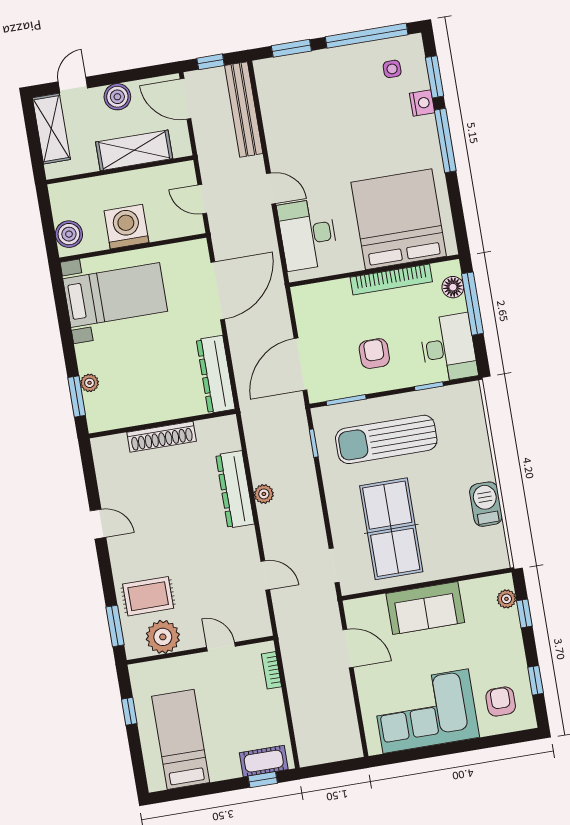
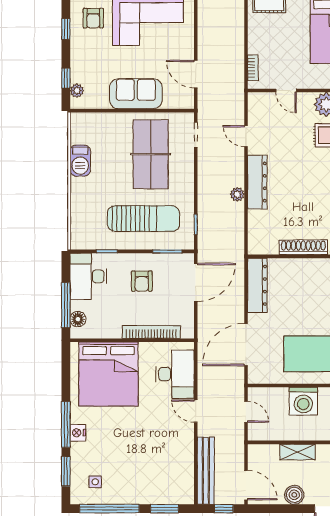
nightstand: (422, 103) -> (78, 433), moved
shelving: (134, 150) -> (298, 452), width x0.67, depth x0.75
bookcase: (391, 279) -> (151, 332), moved
dresser: (235, 489) -> (257, 182), moved

